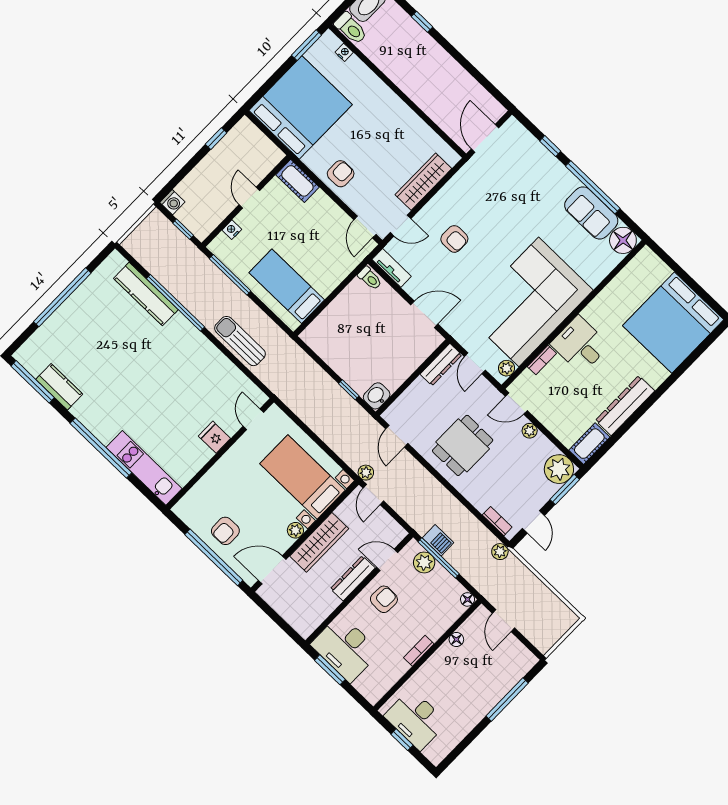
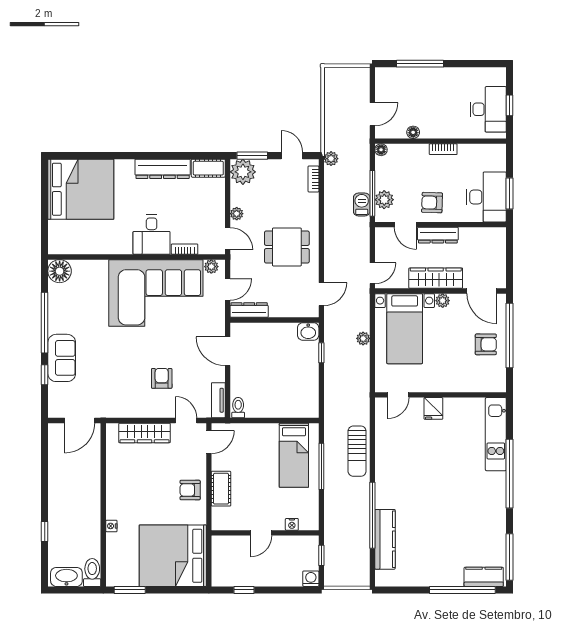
nightstand: (344, 52) -> (111, 526), moved
cot: (297, 181) -> (221, 489), moved
sofa: (591, 213) -> (62, 358), moved
window: (230, 275) -> (321, 466), moved
window: (62, 297) -> (462, 590), moved
kitchen counter: (59, 387) -> (484, 577), moved, turned 90
plant: (366, 473) -> (363, 338), moved
door: (533, 522) -> (292, 156), hinge flipped

